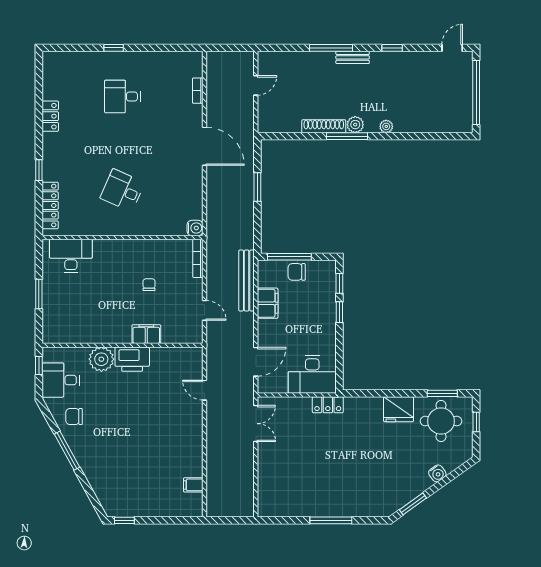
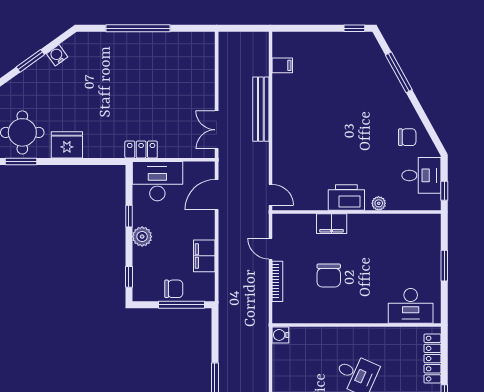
bookcase: (198, 258) -> (277, 281), moved
bench: (247, 281) -> (261, 109), moved
chair: (149, 285) -> (329, 276), width x1.87, depth x1.87
window: (339, 312) -> (129, 216), moved
plant: (327, 322) -> (142, 237), added
plant: (101, 359) -> (379, 203), width x0.53, depth x0.53
door: (204, 390) -> (271, 195), moved
window: (67, 451) -> (399, 72), moved
water cooler: (437, 473) -> (57, 55), moved
window: (413, 504) -> (30, 61), moved
window: (331, 520) -> (138, 28), width x1.46

